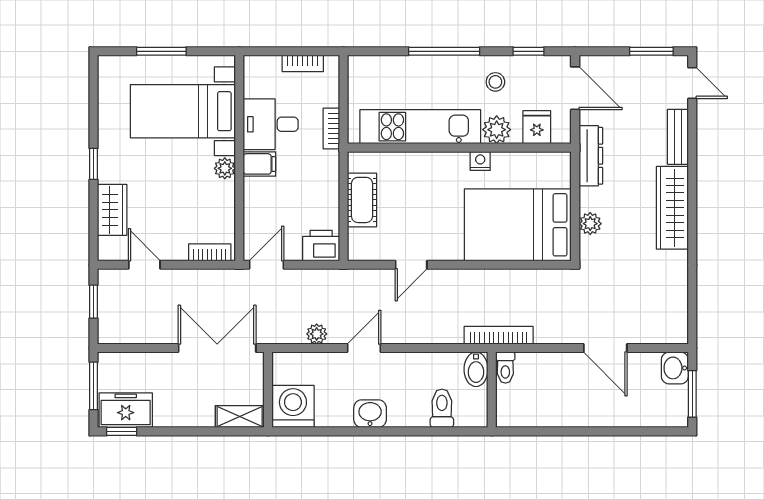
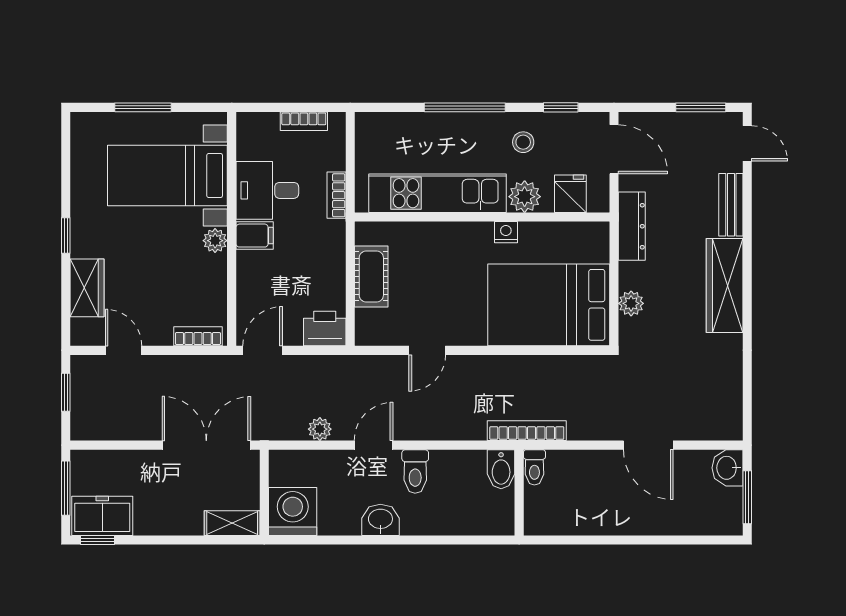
toilet: (442, 408) -> (415, 471), moved, turned 180

